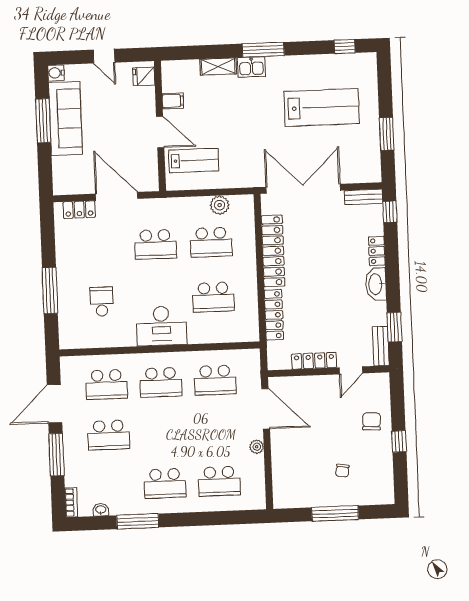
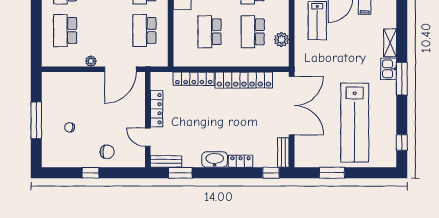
lab bench: (322, 108) -> (355, 123), width x1.36

